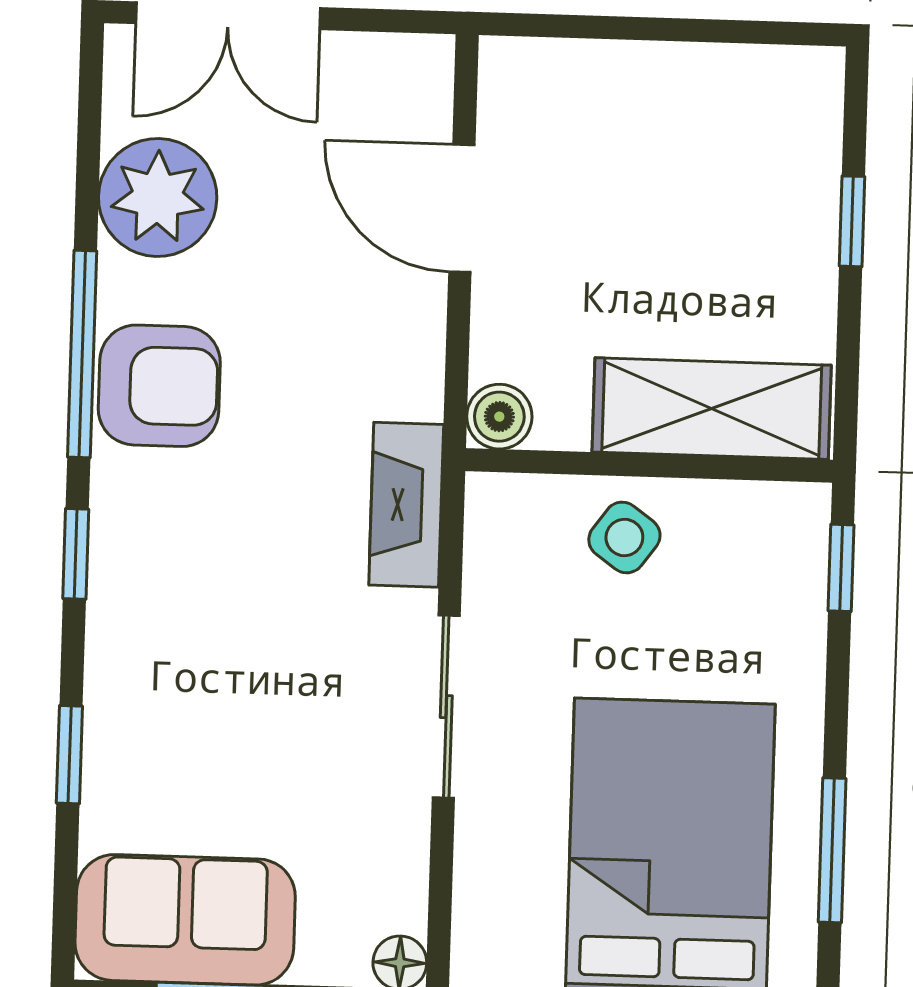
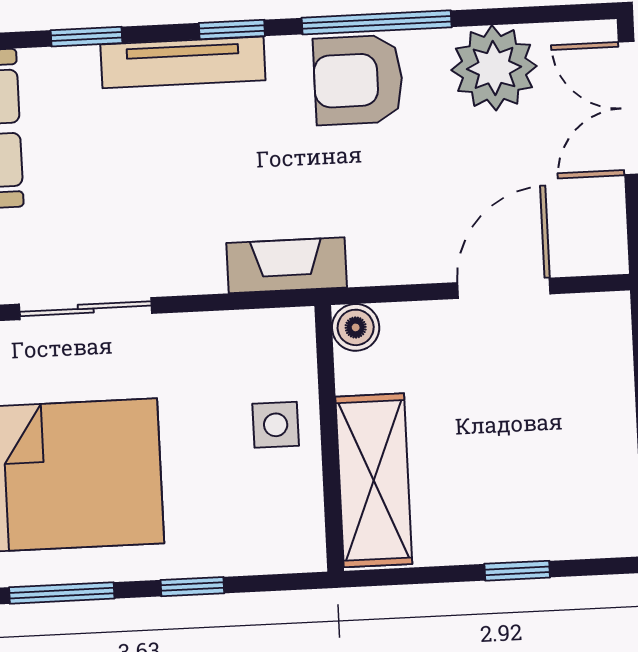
armchair: (159, 386) -> (358, 80), turned 90
side table: (624, 537) -> (276, 425), turned -36
window: (841, 568) -> (192, 587), moved
tv unit: (116, 625) -> (183, 62), added
sliding door: (446, 707) -> (86, 309), moved

